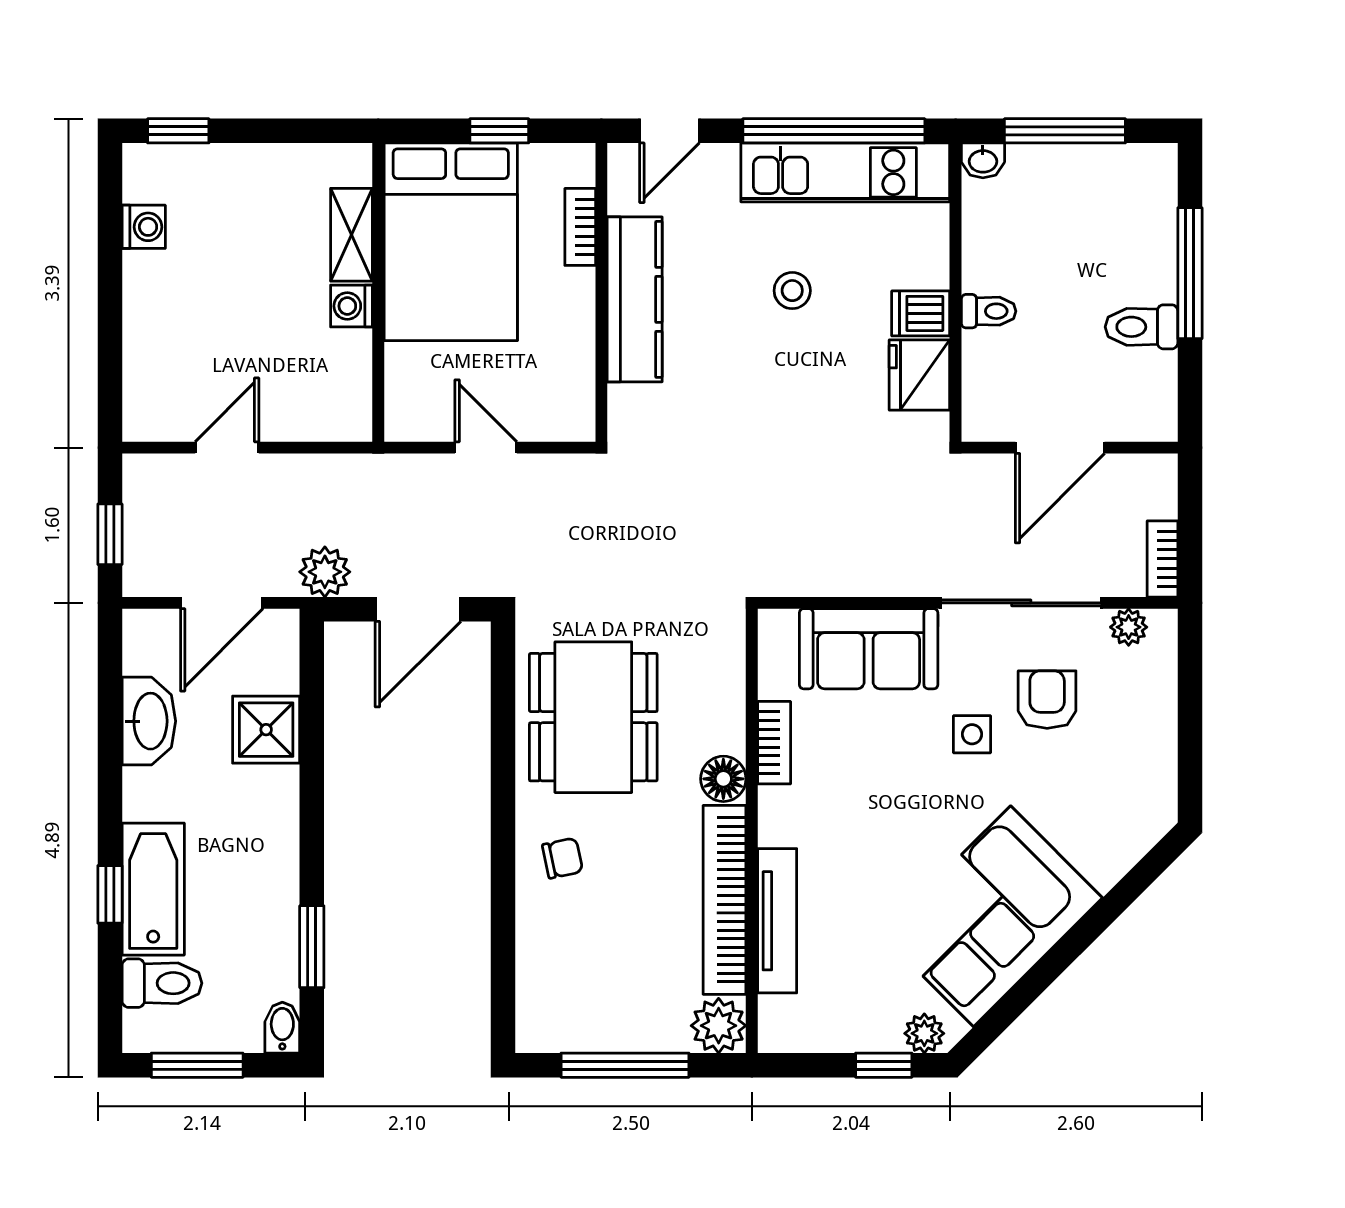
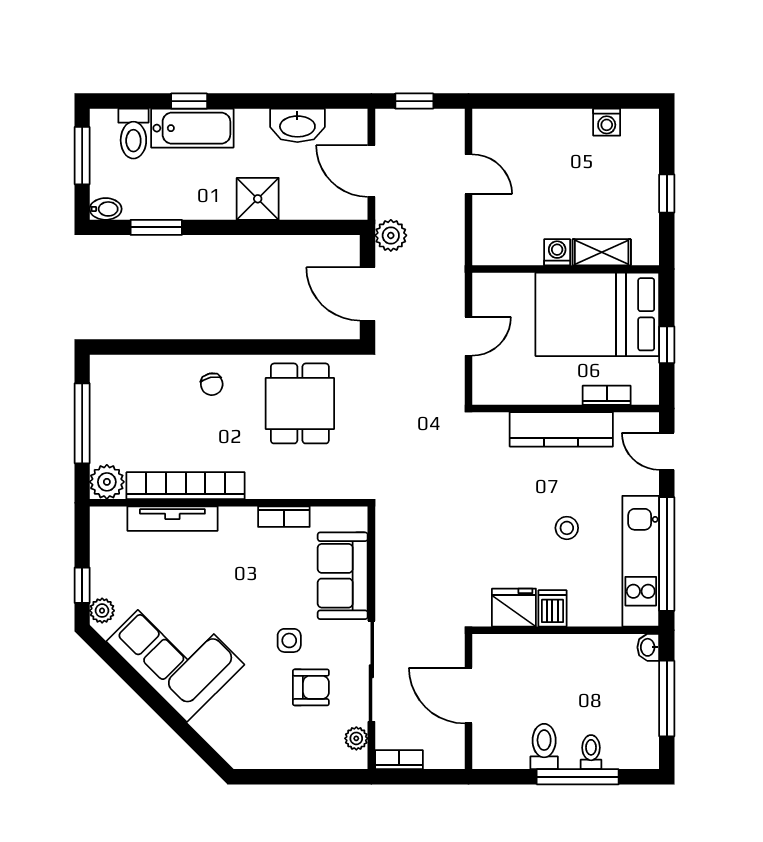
window: (178, 131) -> (667, 193), moved
toilet: (989, 311) -> (591, 752), moved, turned 180
dining table: (593, 717) -> (300, 403), width x0.73
shower: (266, 730) -> (258, 199), moved
floor lamp: (723, 779) -> (261, 485), removed

